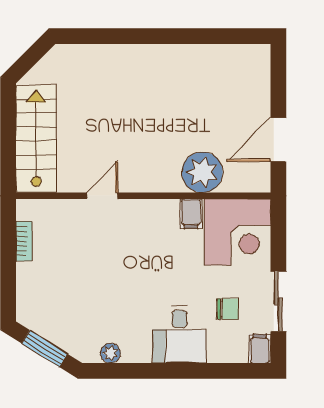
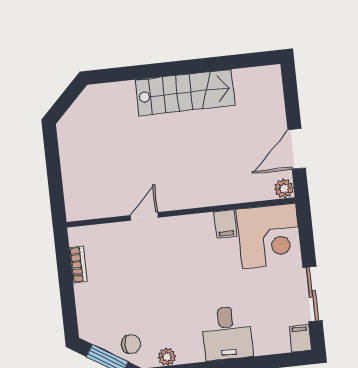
stairs: (36, 139) -> (185, 93), moved, turned 90
plant: (202, 172) -> (284, 189), moved, width x0.53, depth x0.53
chair: (228, 309) -> (131, 344), moved

